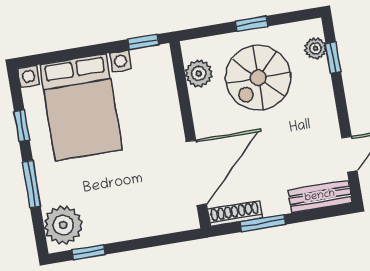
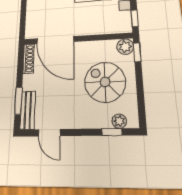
window: (252, 24) -> (137, 52), moved
plant: (199, 73) -> (125, 47), moved
window: (263, 223) -> (18, 101), moved

